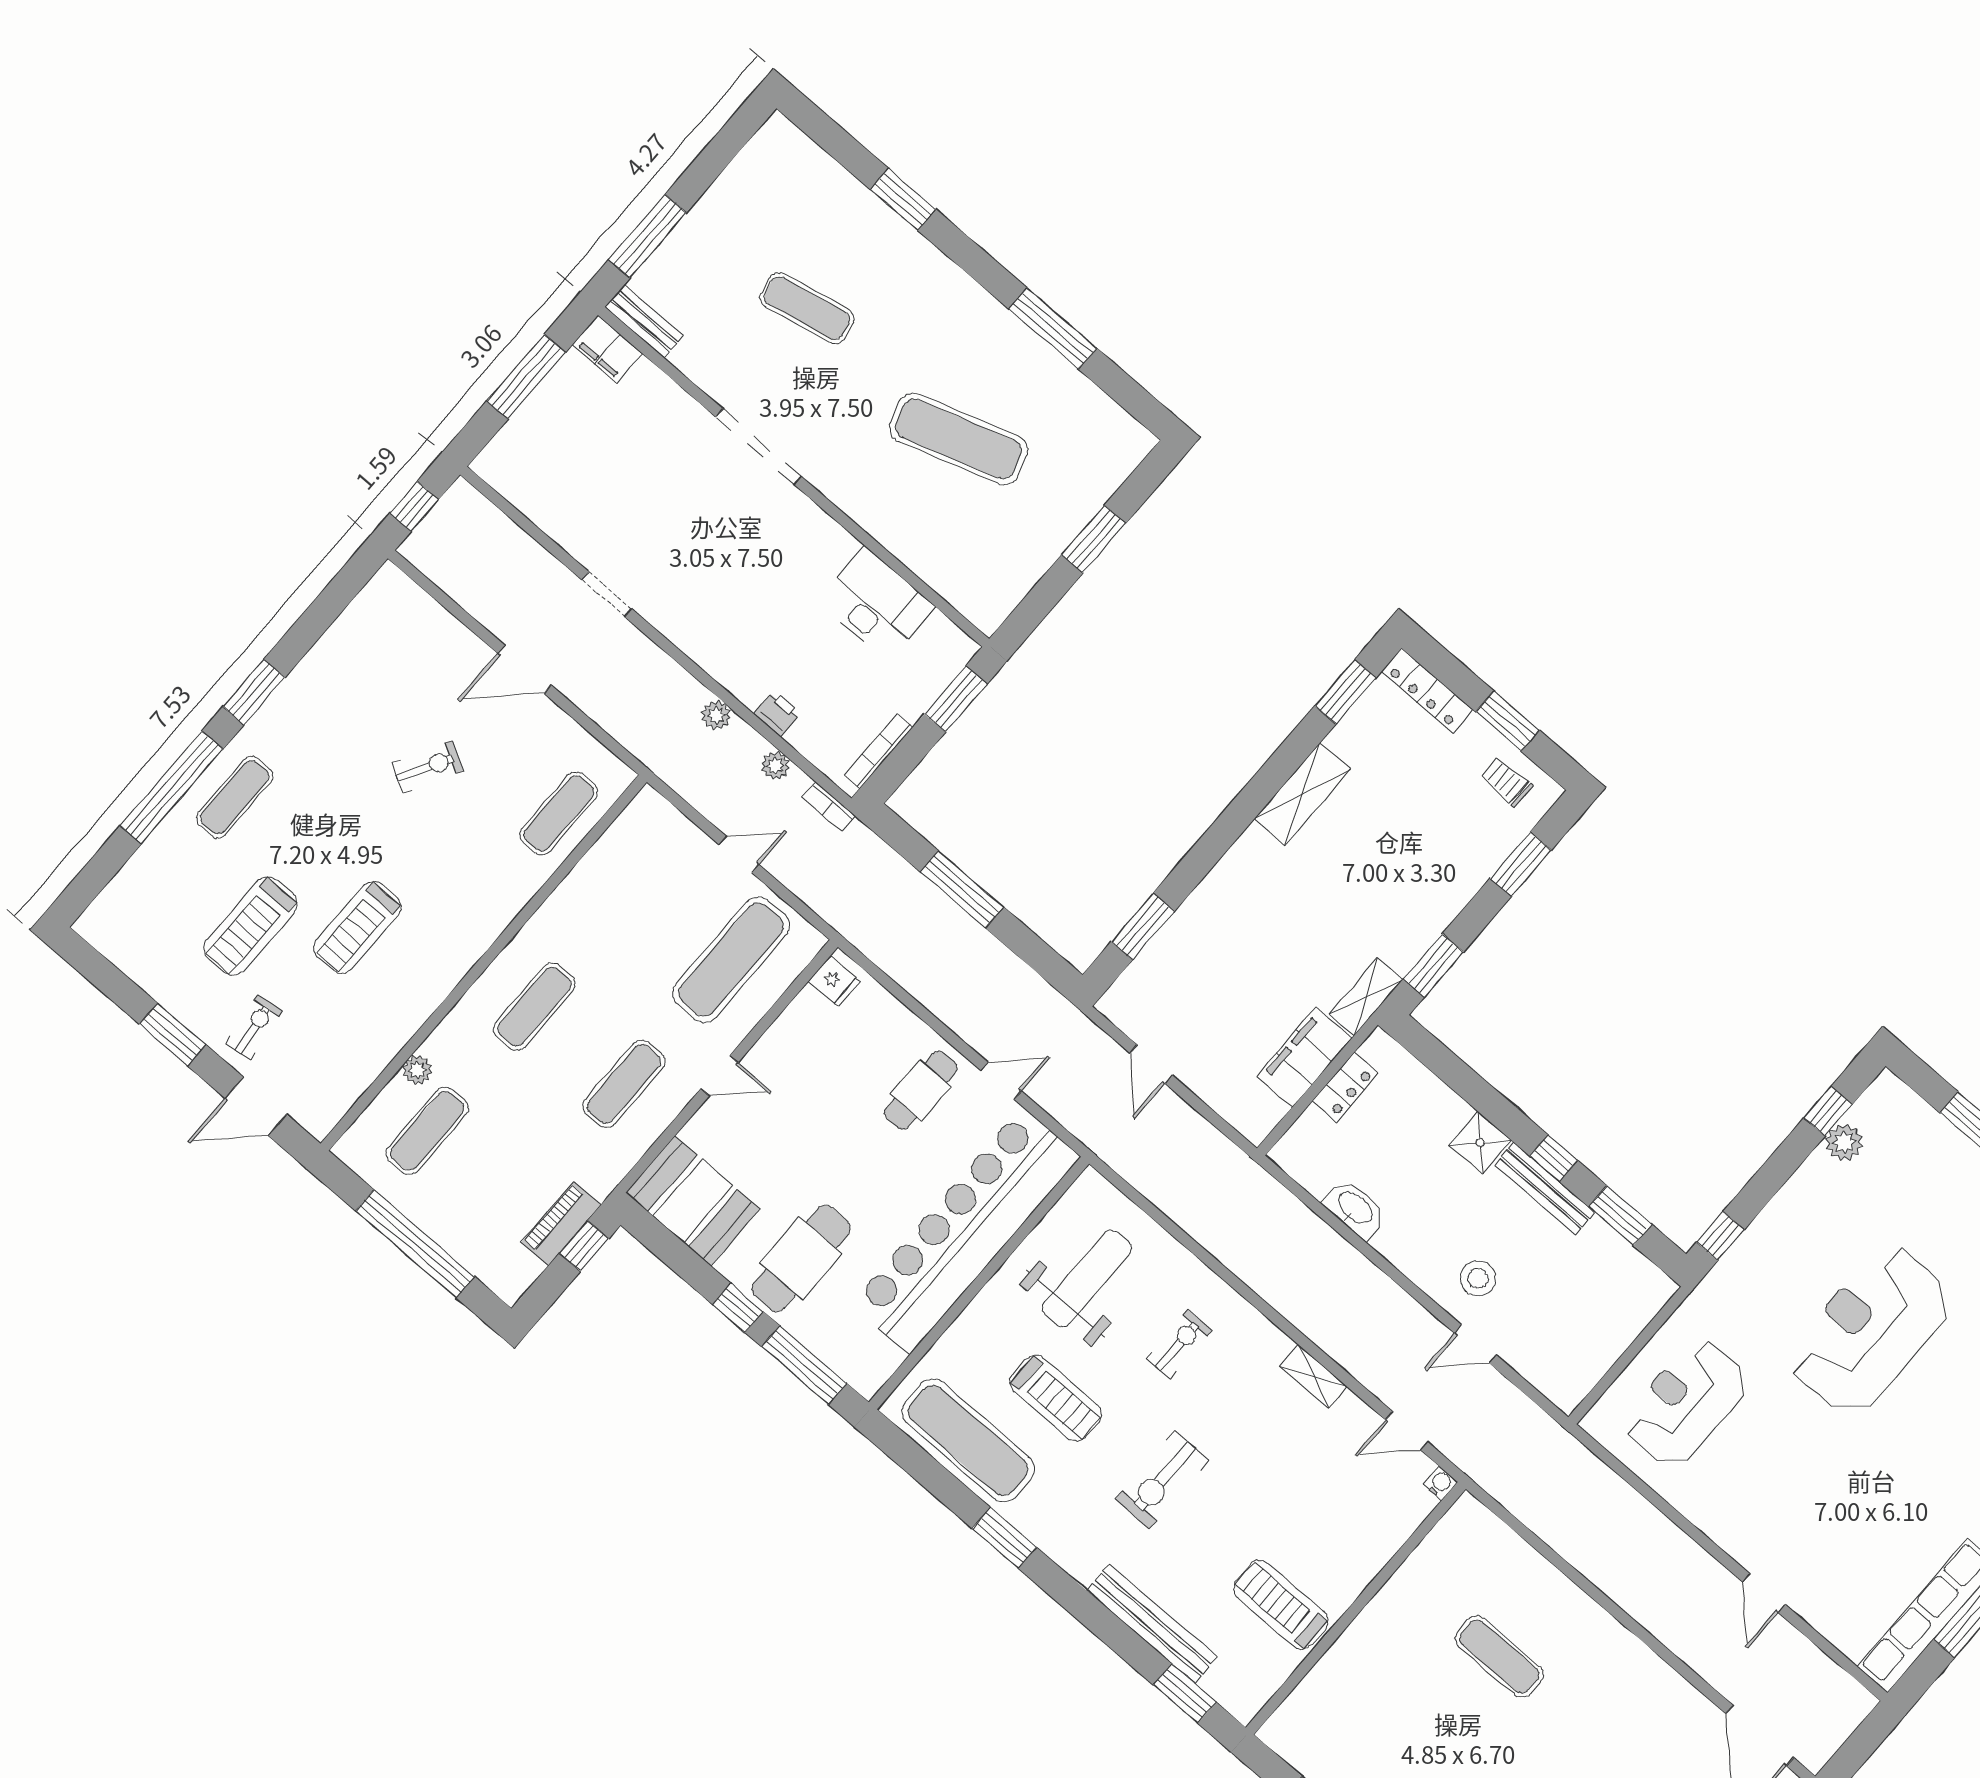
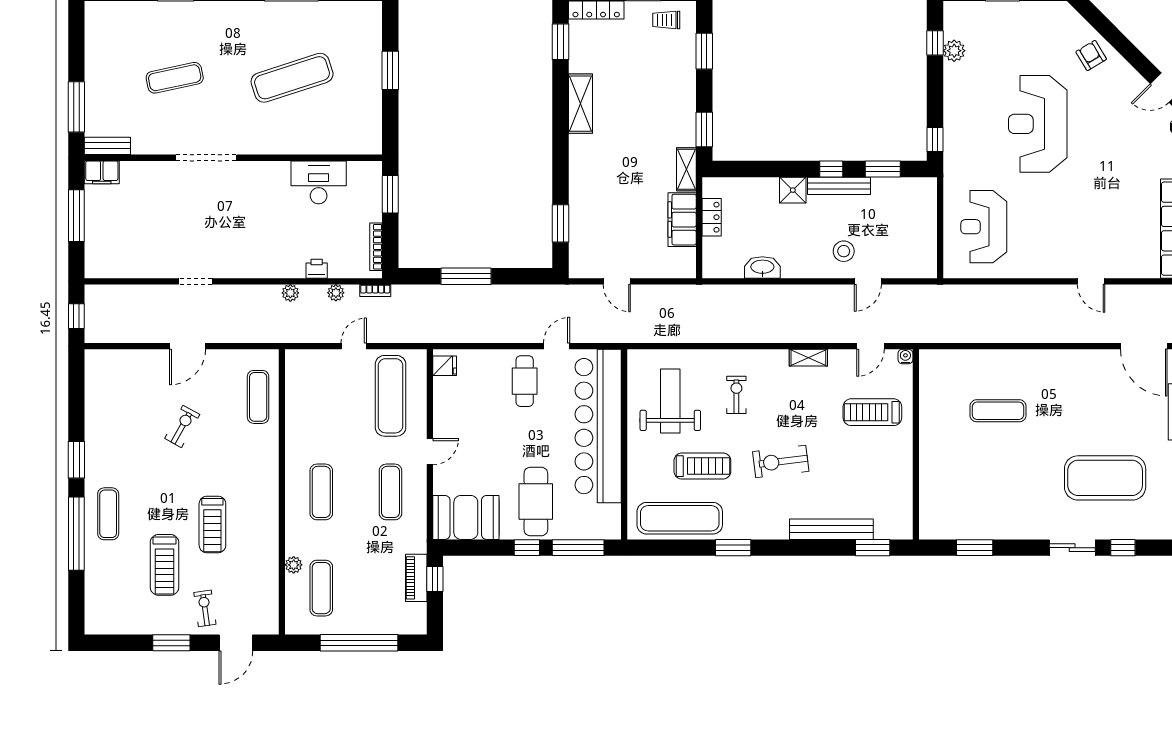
exercise bike: (1162, 1480) -> (781, 461), turned 83
treadmill: (1281, 1605) -> (872, 412), moved

